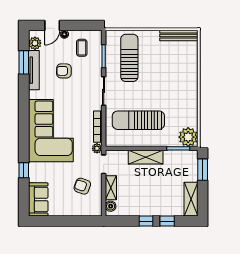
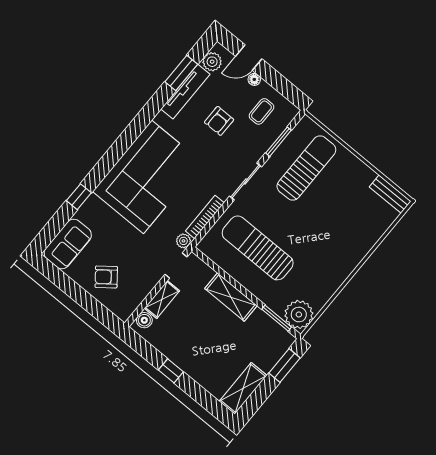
bench: (179, 36) -> (390, 194), width x0.73
armchair: (64, 71) -> (219, 121), turned -91
armchair: (82, 186) -> (106, 277), moved, turned -58
window: (167, 221) -> (195, 391), removed

